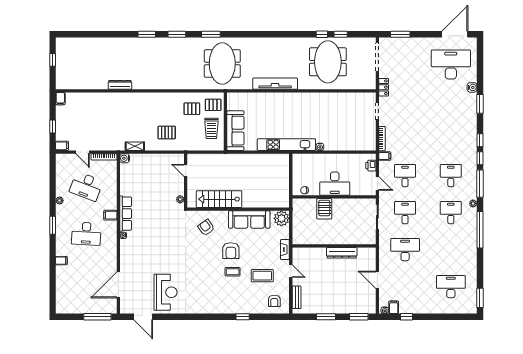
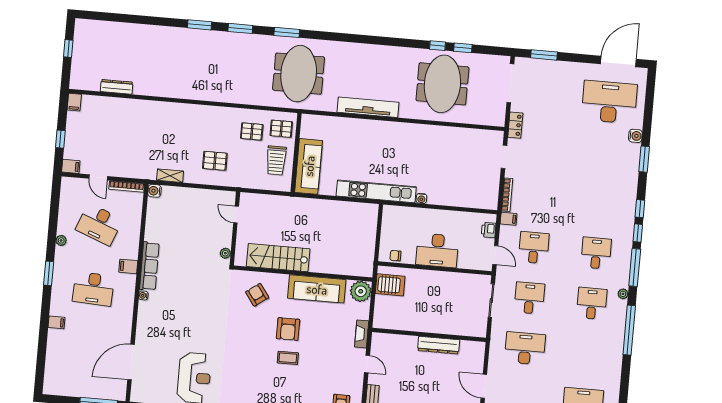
dresser: (120, 85) -> (117, 87), moved
server rack: (324, 209) -> (390, 285), moved, turned -90
coffee table: (262, 276) -> (328, 367), removed

